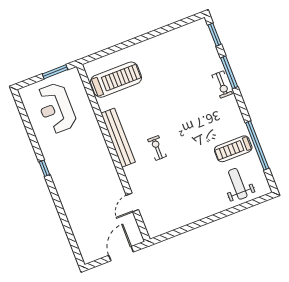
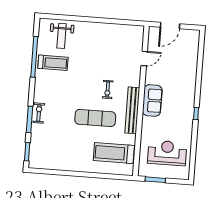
reception desk: (56, 108) -> (167, 153), turned -90
exercise mat: (156, 109) -> (95, 118), added
sofa: (101, 159) -> (152, 100), added

